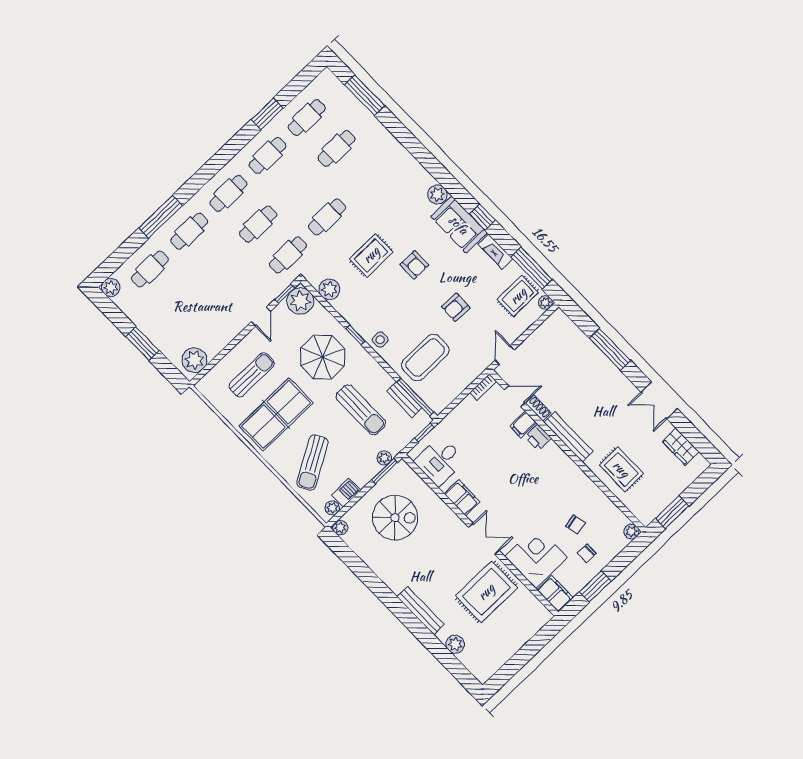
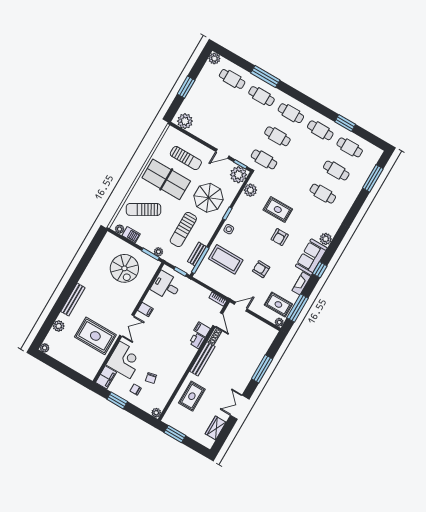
cafe table: (327, 217) -> (323, 194), moved
filing cabinet: (462, 498) -> (145, 310), width x0.50
plant: (340, 528) -> (45, 348), moved

